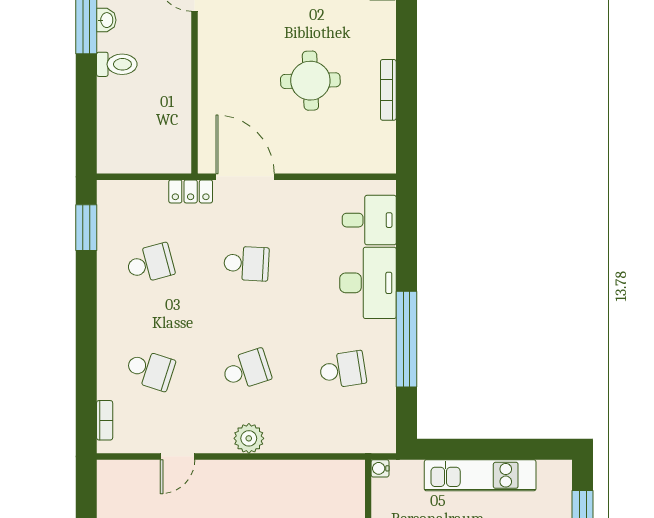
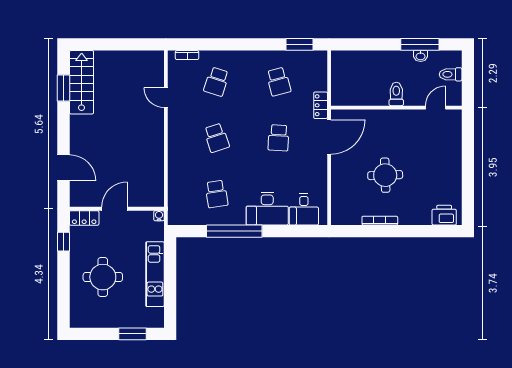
toilet: (117, 64) -> (396, 94), moved, turned 180
plant: (249, 438) -> (176, 139), removed

